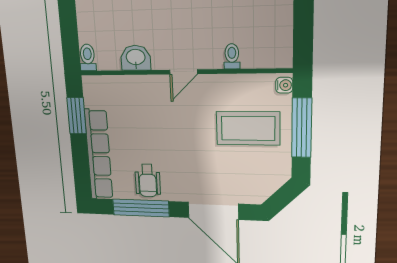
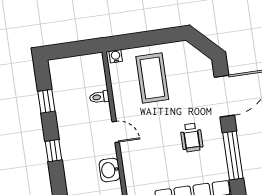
window: (302, 128) -> (146, 39), removed
wheelchair: (148, 181) -> (192, 137), moved, turned 90

